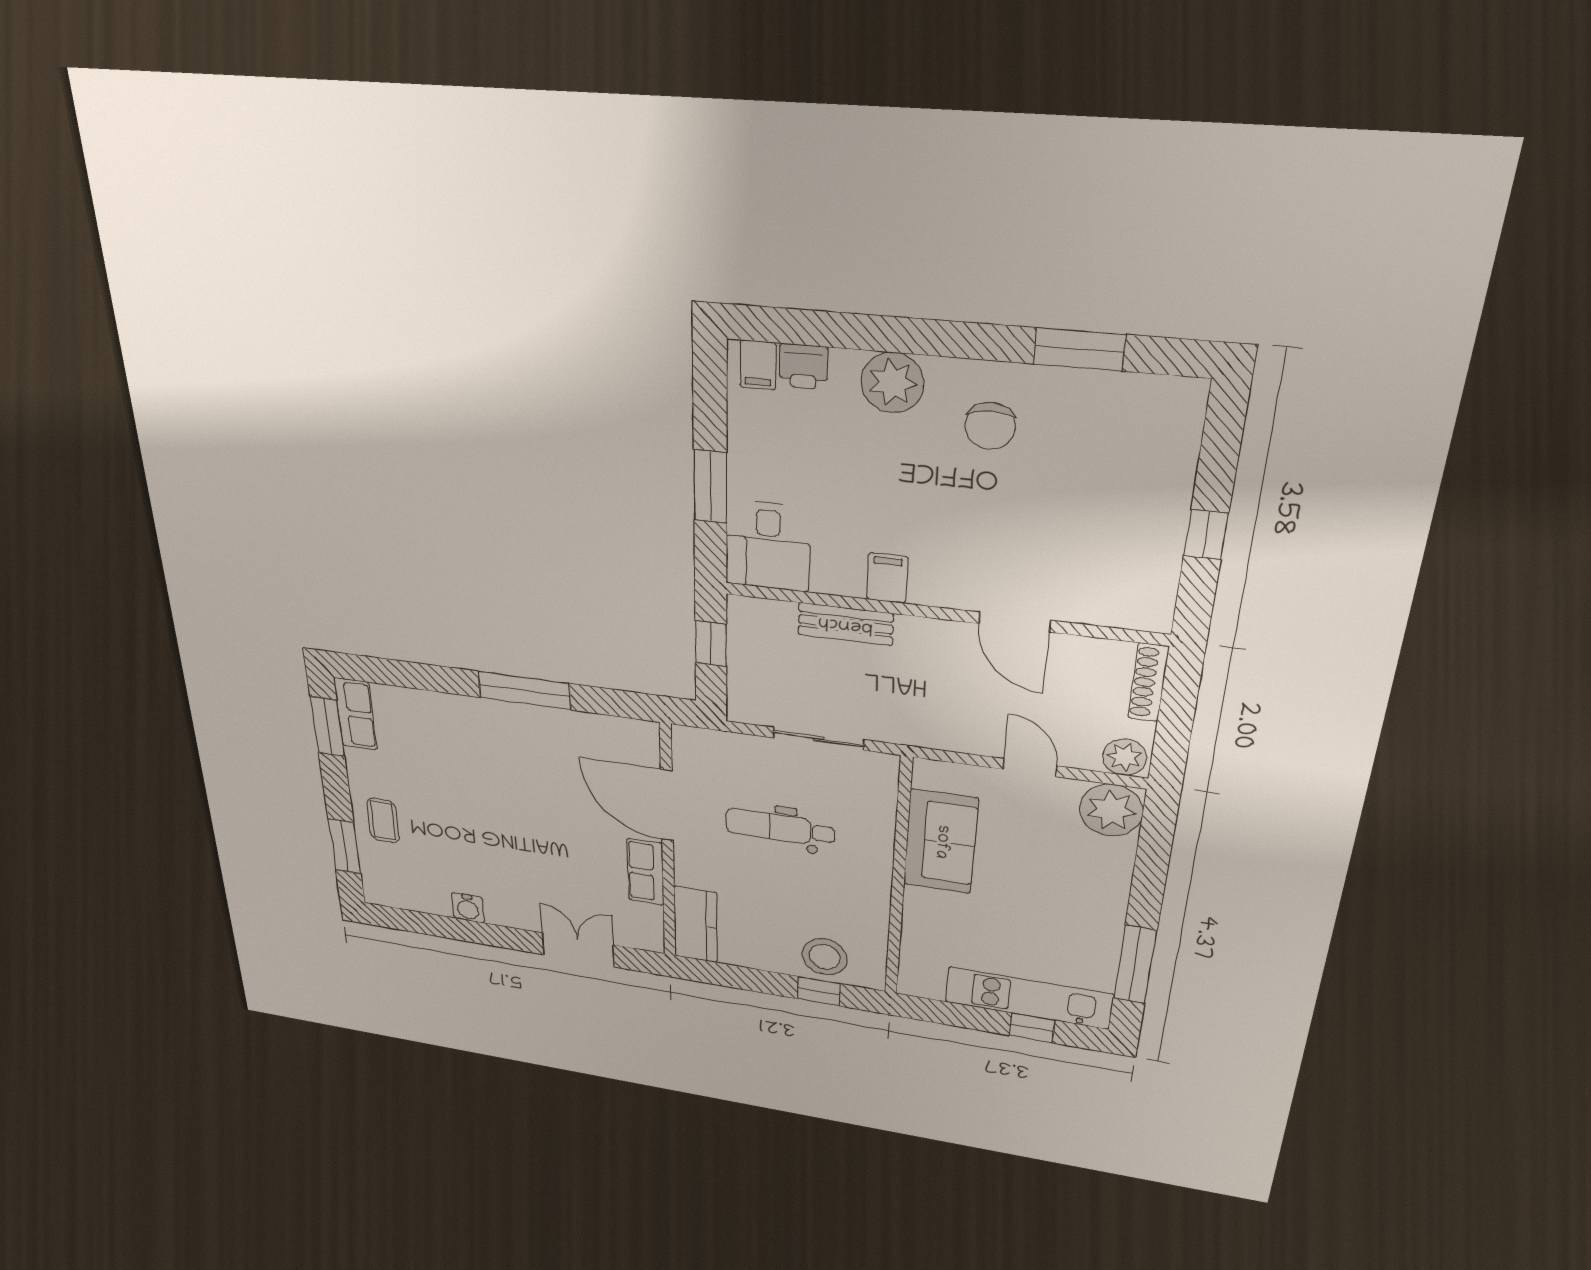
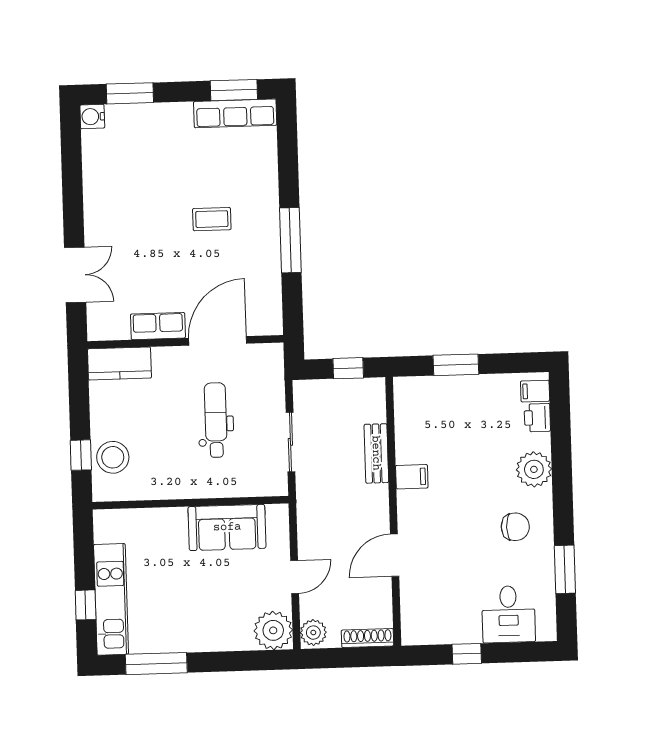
chair: (990, 426) -> (515, 527), turned 180
desk: (768, 546) -> (508, 614), moved, turned -90
row of seats: (355, 714) -> (235, 113), width x1.48
coffee table: (383, 821) -> (212, 219), moved
water cooler: (468, 908) -> (92, 117), moved

